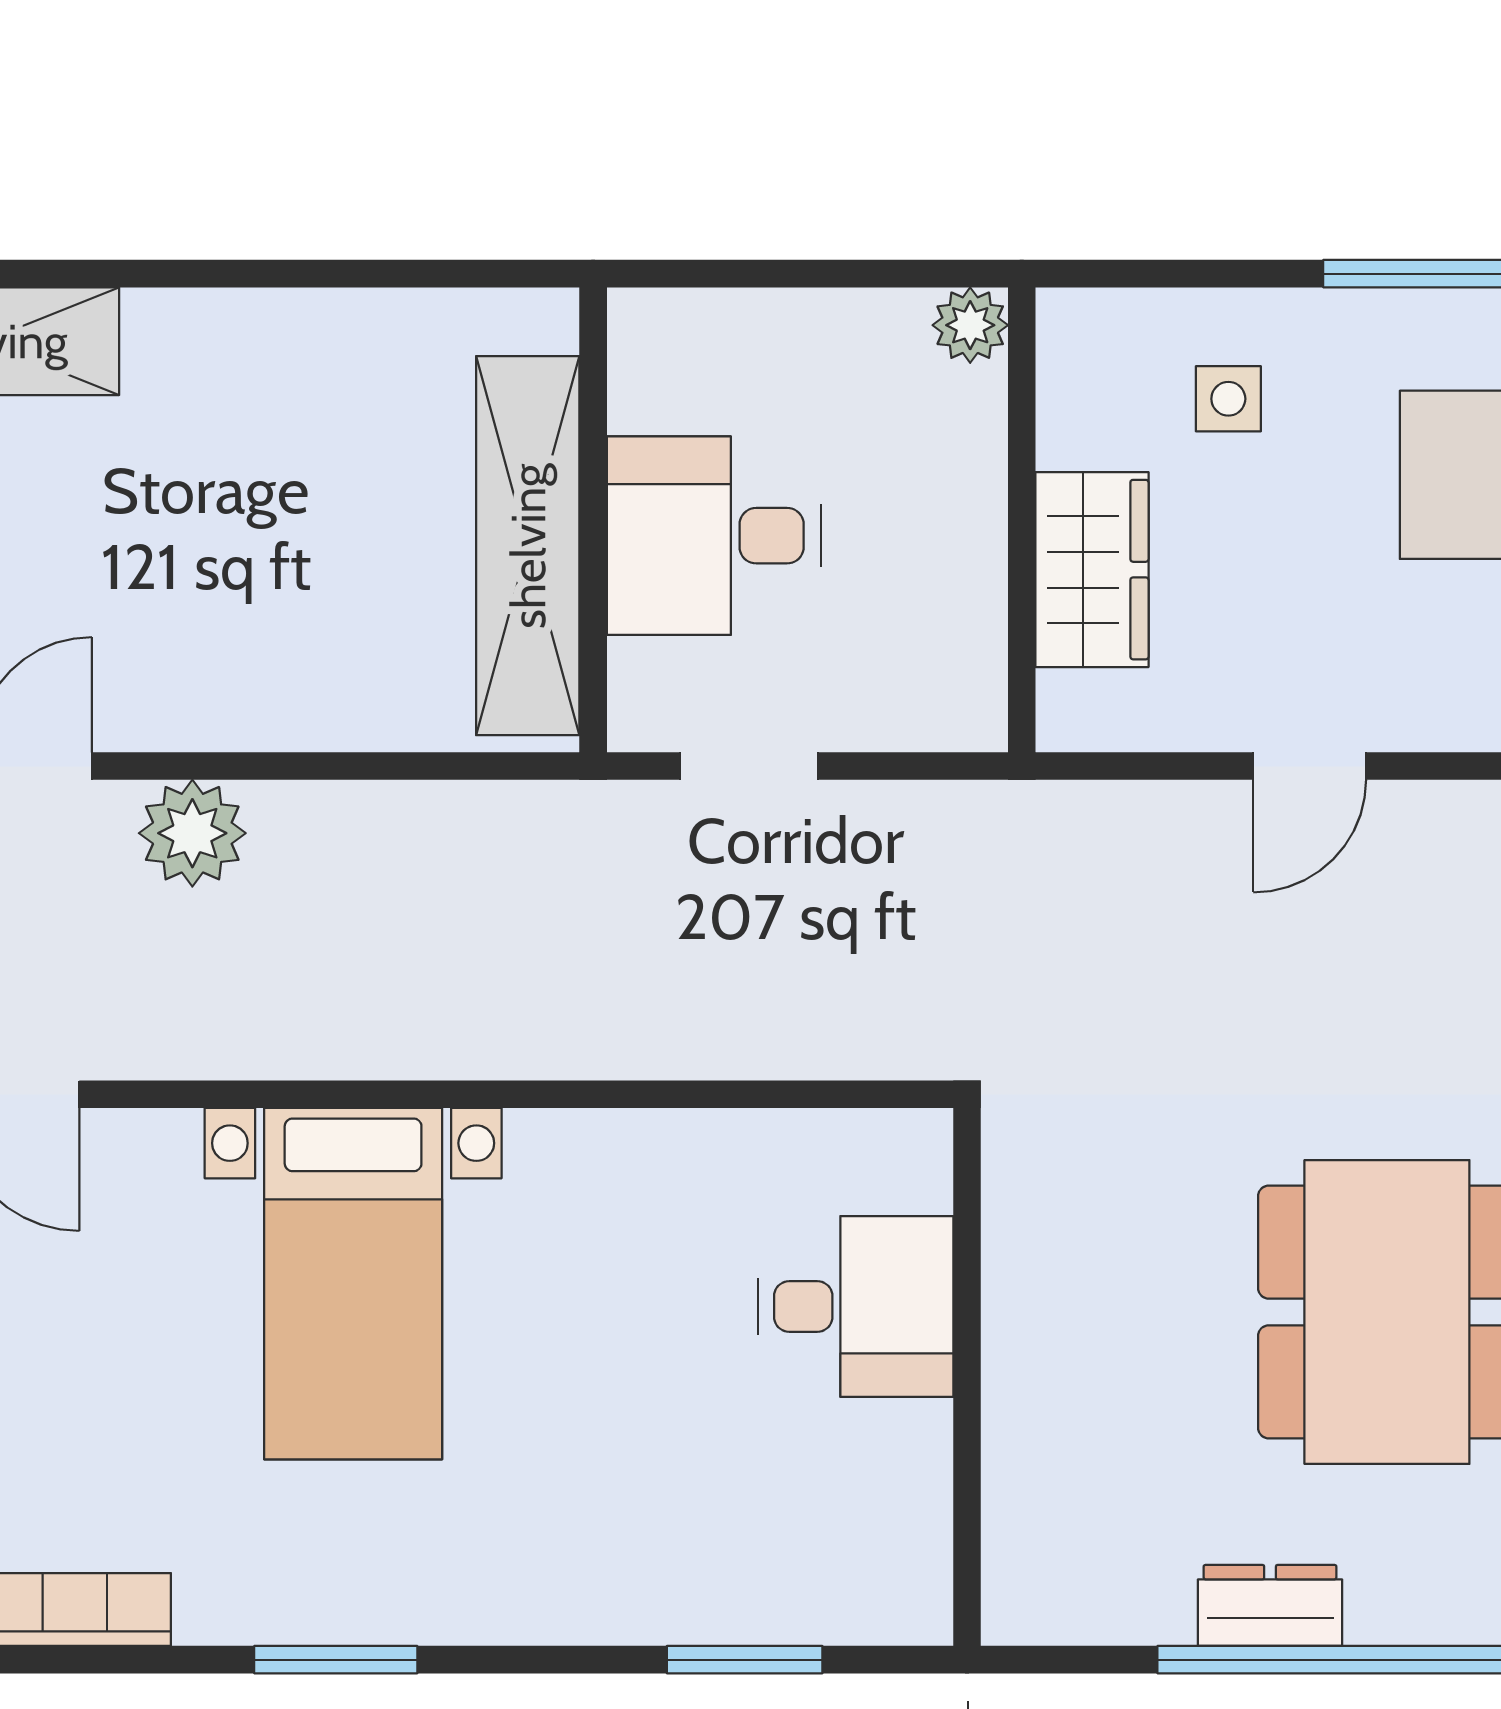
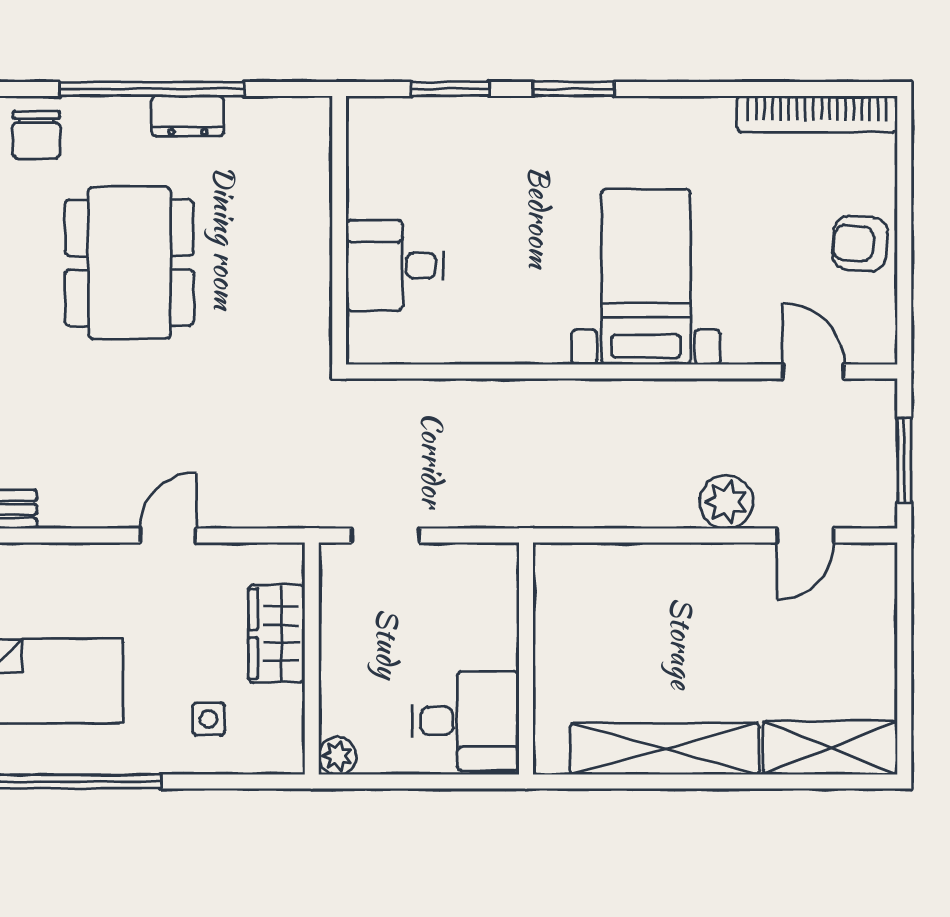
desk: (714, 536) -> (466, 721), moved
shelving: (528, 546) -> (664, 749), moved, turned 90
doorway: (749, 766) -> (386, 535), moved
window: (336, 1660) -> (574, 89), moved

